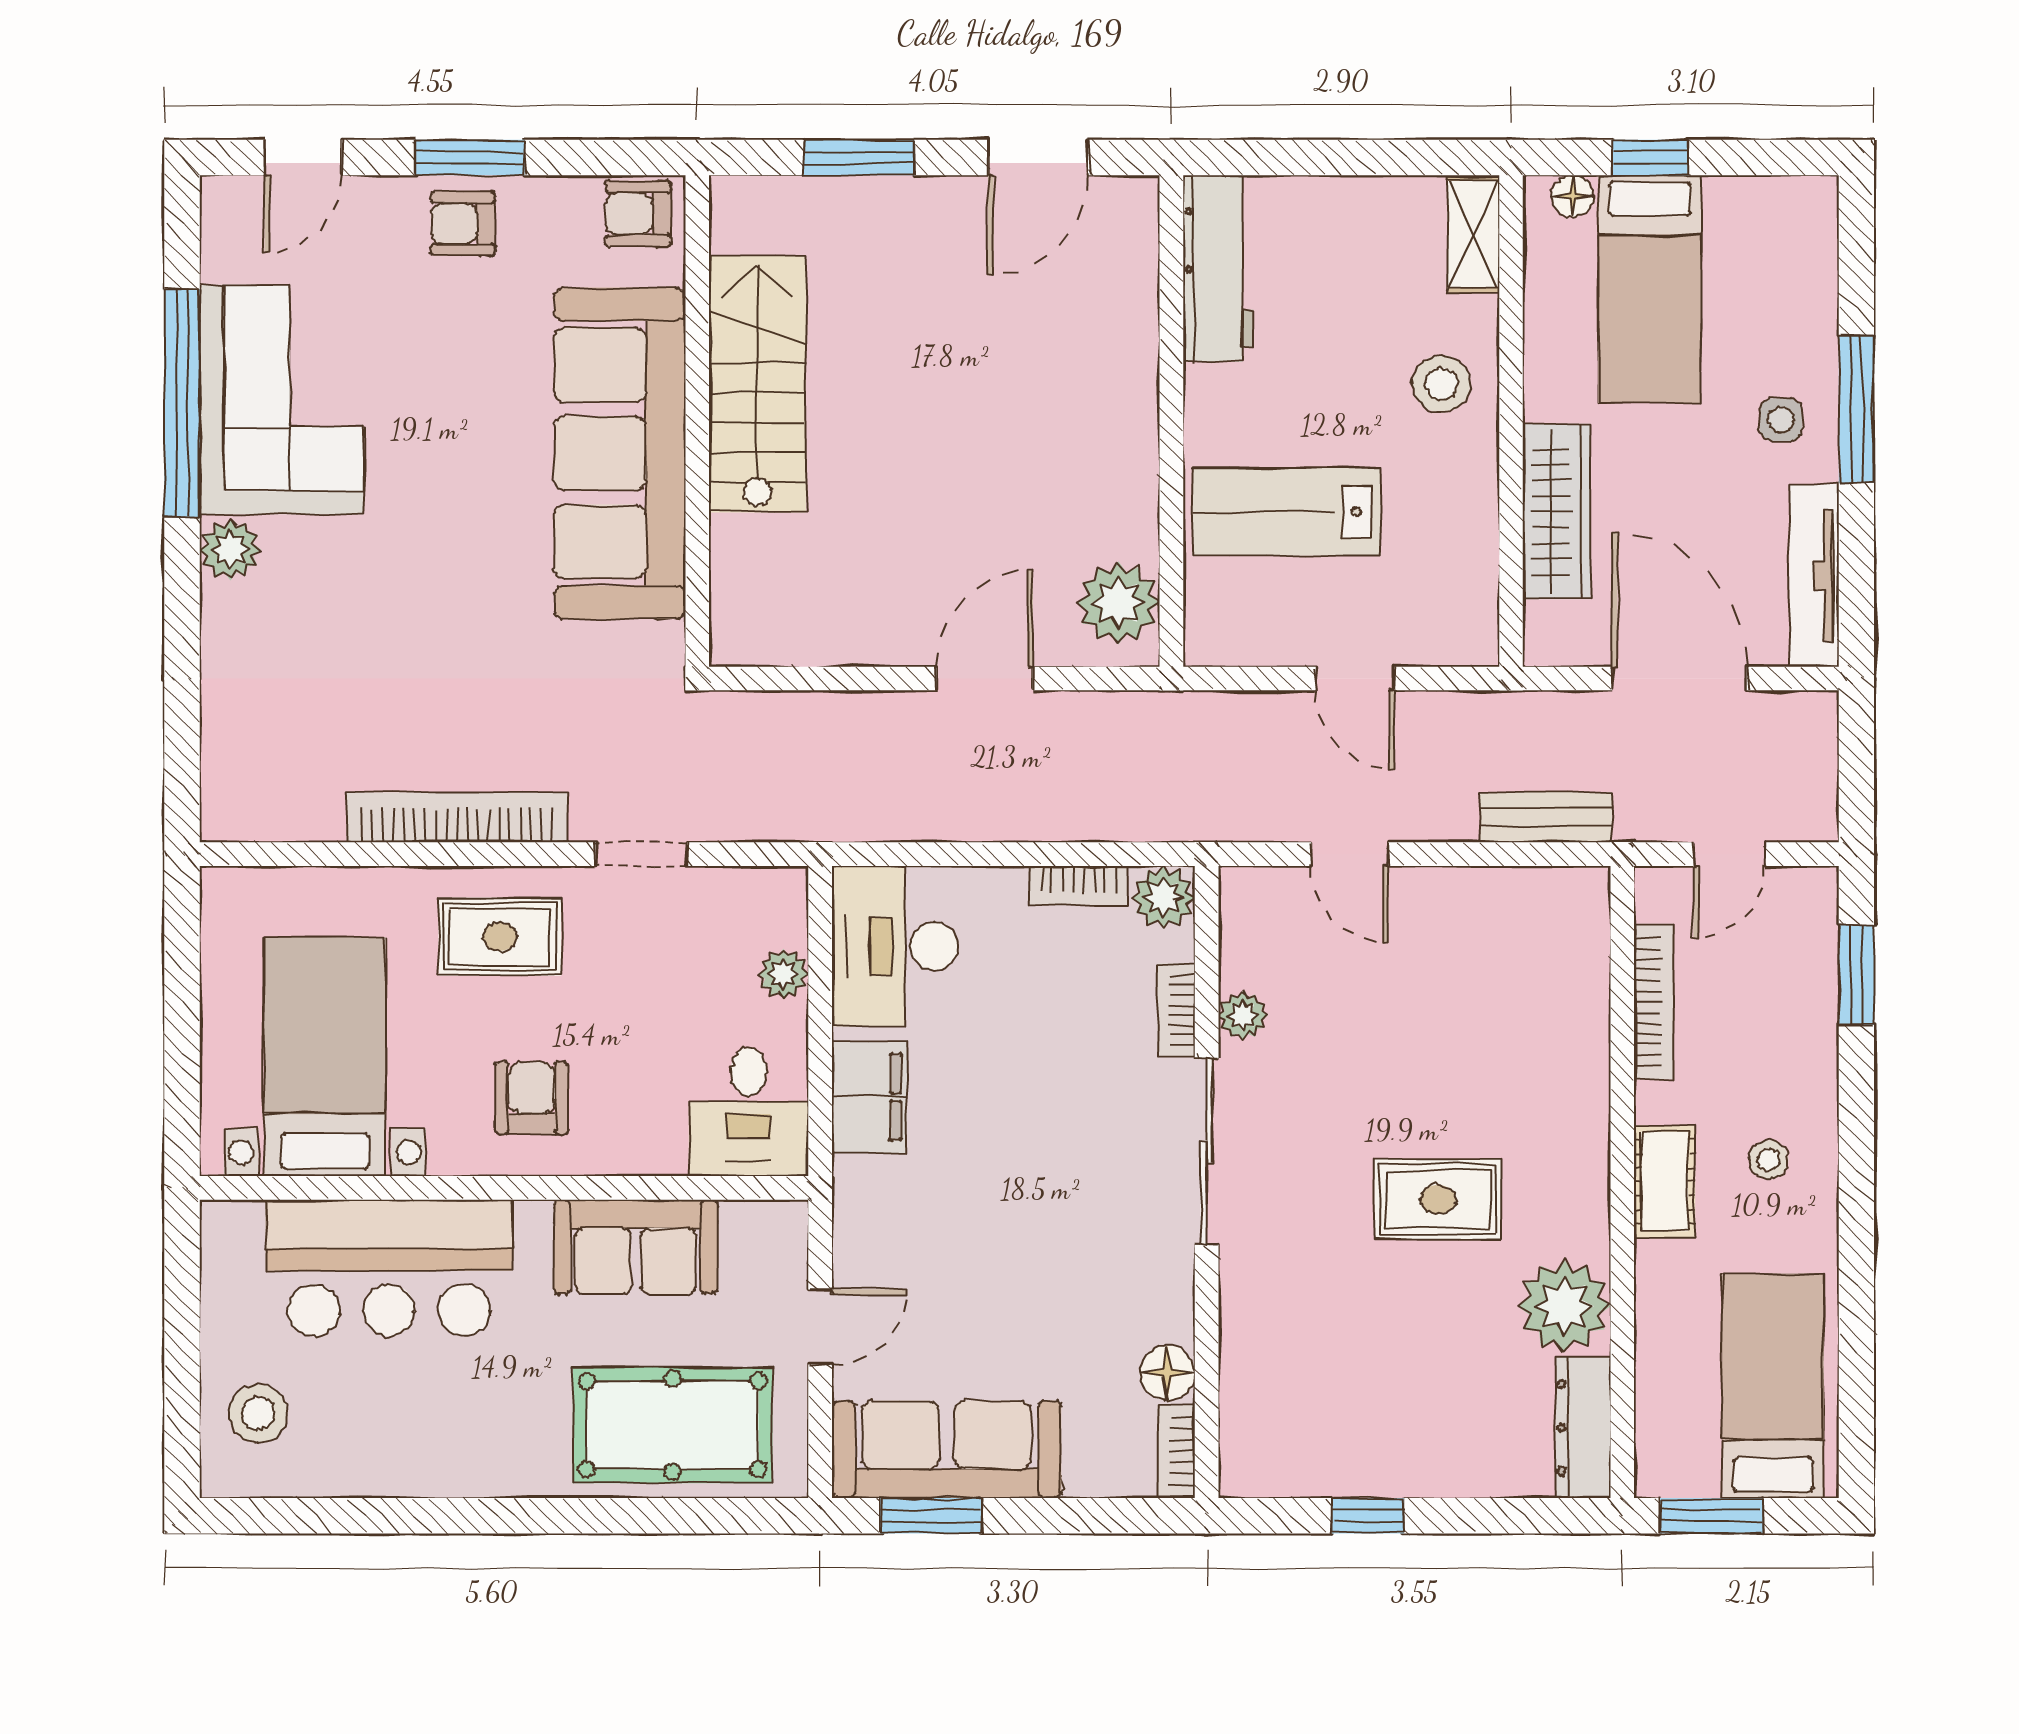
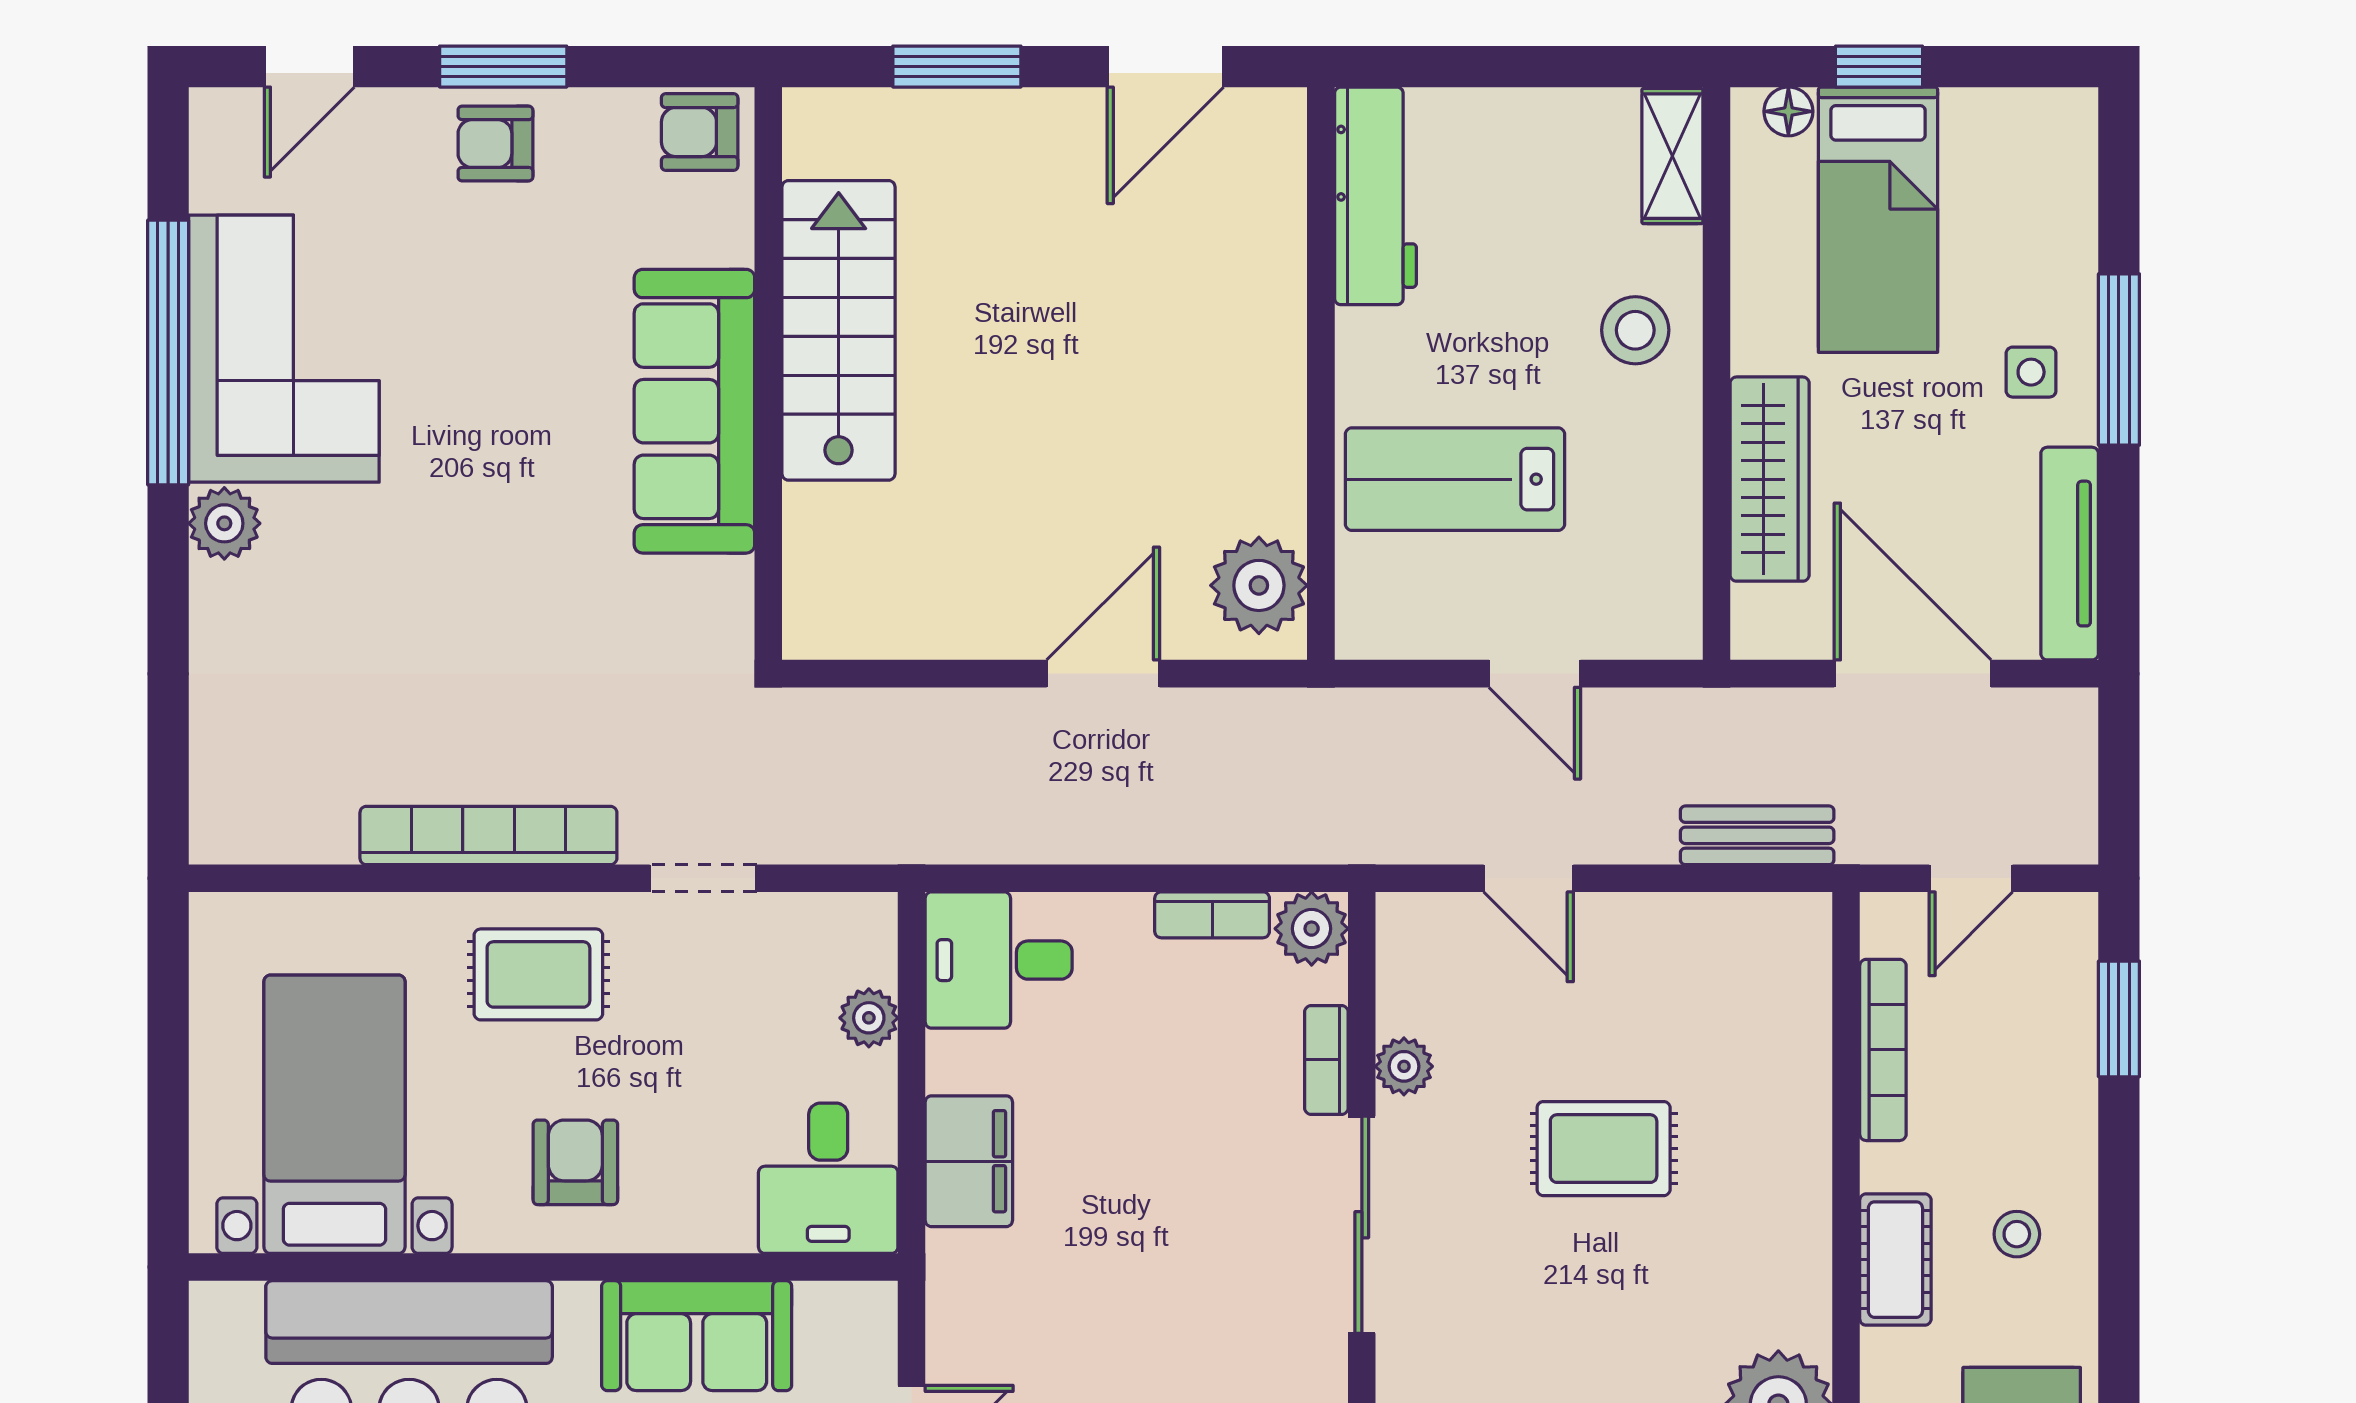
sofa: (620, 453) -> (694, 411), width x0.74, depth x0.79
desk: (895, 946) -> (999, 960), width x0.73
rug: (1438, 1199) -> (1604, 1149), moved

